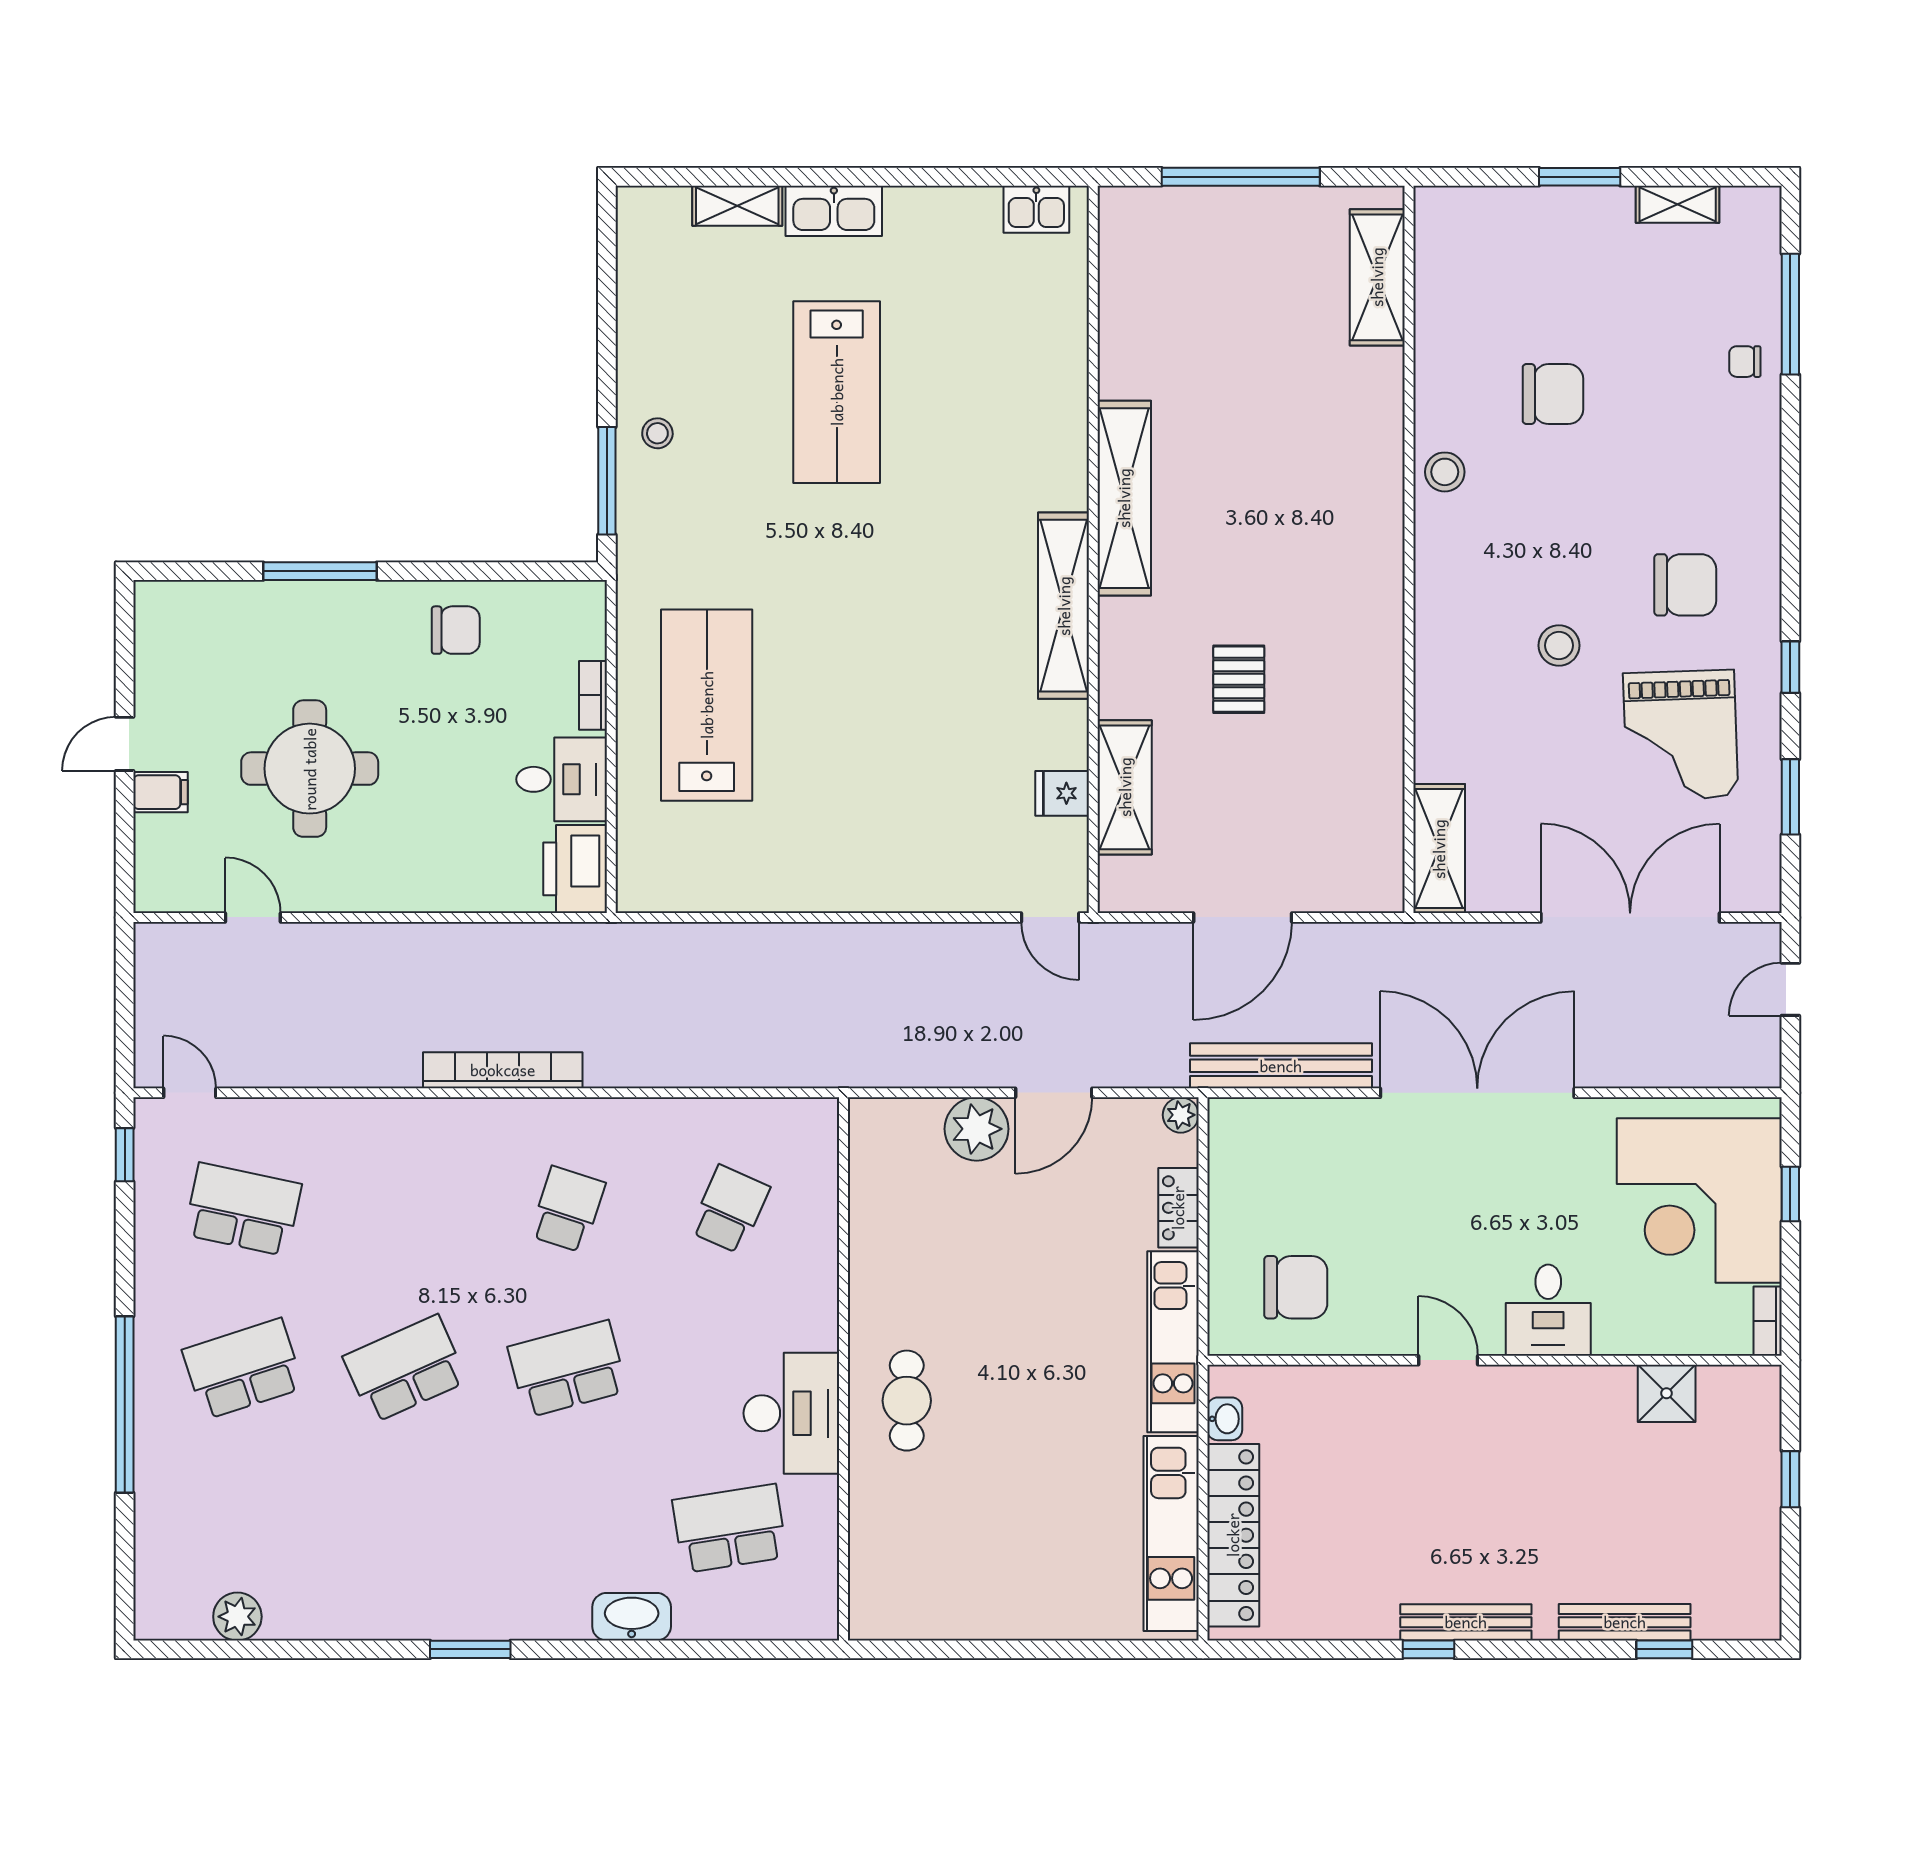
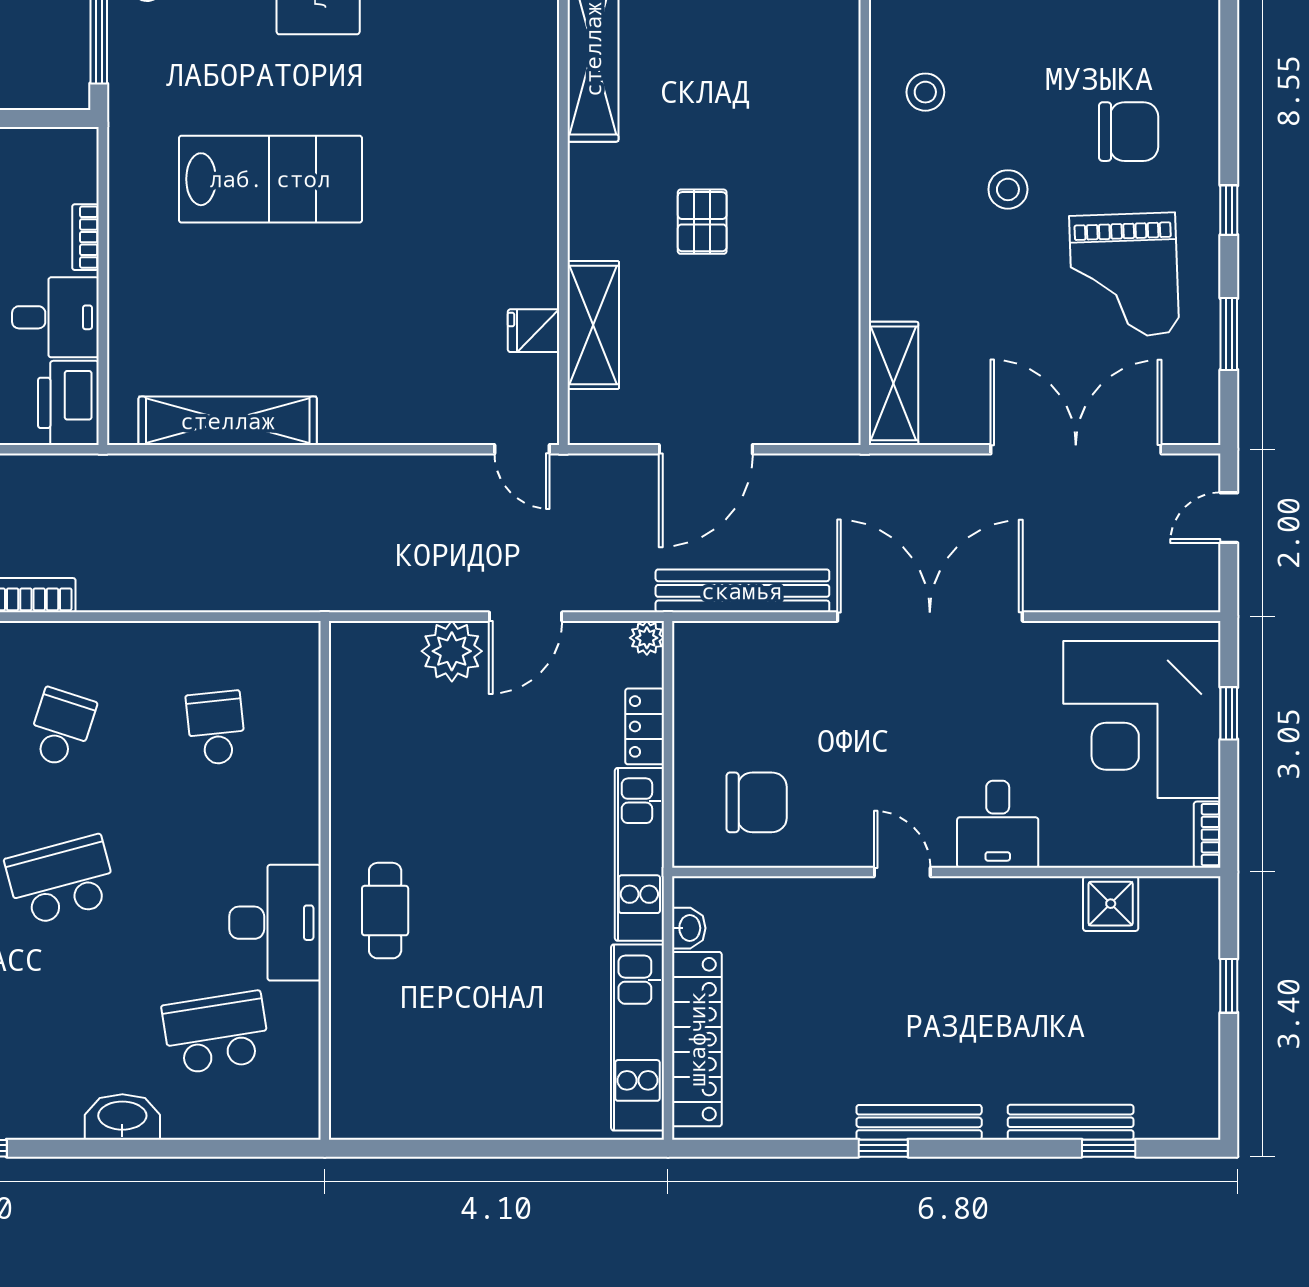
stool: (1445, 472) -> (925, 92), moved
shelving: (1064, 606) -> (228, 421), moved, turned 90
lab bench: (707, 705) -> (270, 179), moved, turned 90
school desk: (730, 1209) -> (216, 728), turned -30

